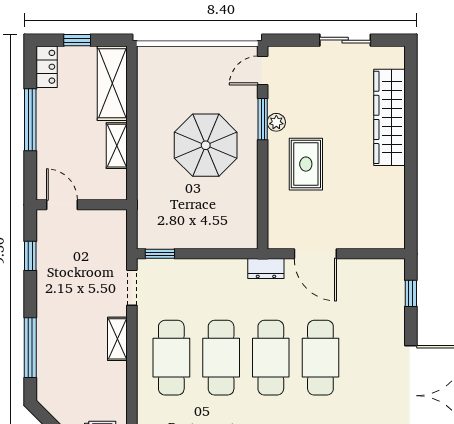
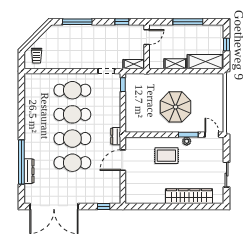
locker: (47, 67) -> (214, 30), removed
shelving: (117, 339) -> (134, 64), moved

